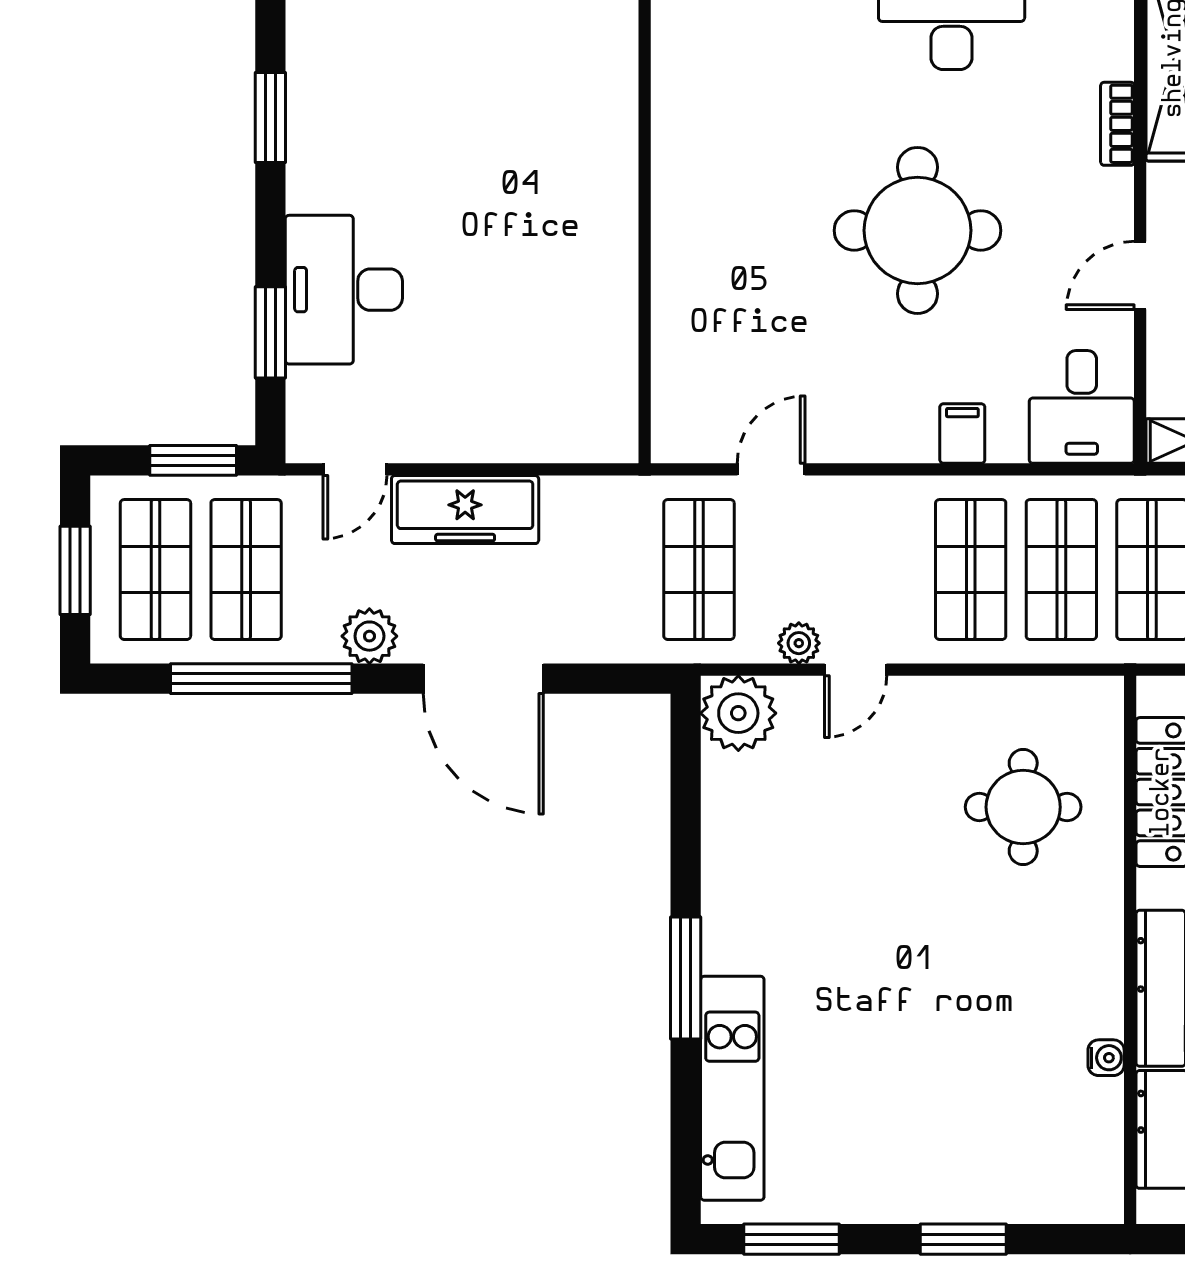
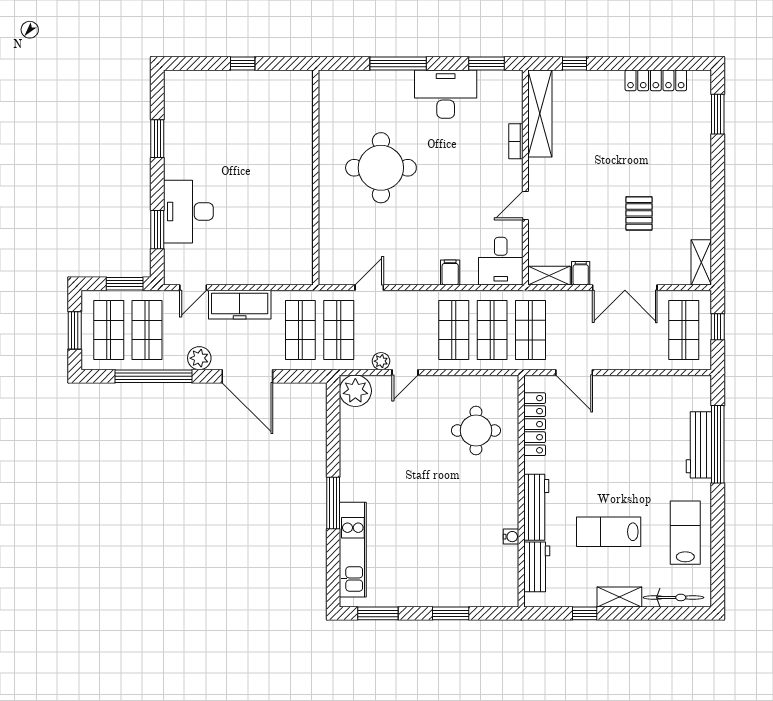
round table: (917, 230) -> (381, 168), moved
shop shelf: (608, 570) -> (300, 330), added

